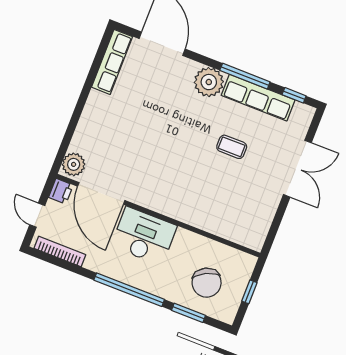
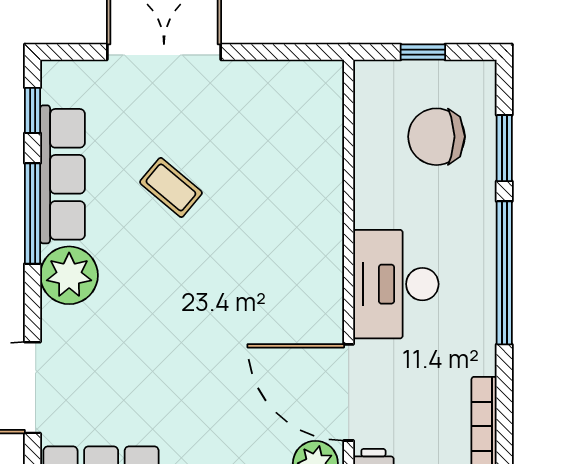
coffee table: (232, 147) -> (171, 187), turned -50
door: (101, 193) -> (349, 392), swing flipped
chair: (207, 283) -> (436, 137), turned -153

